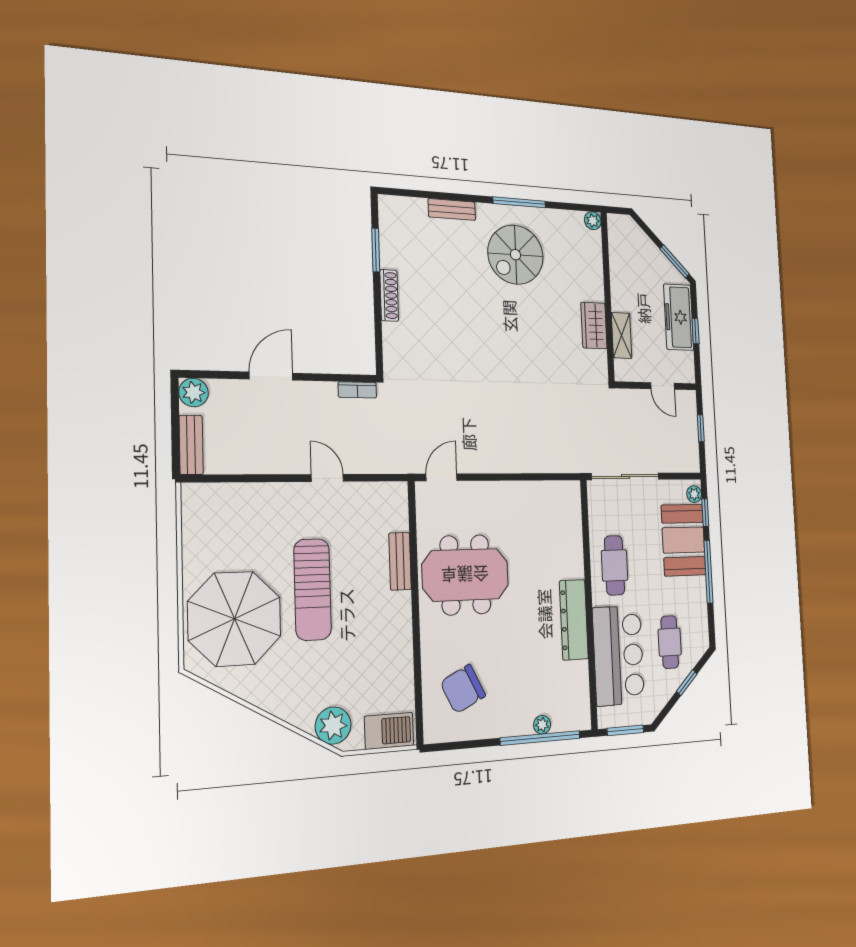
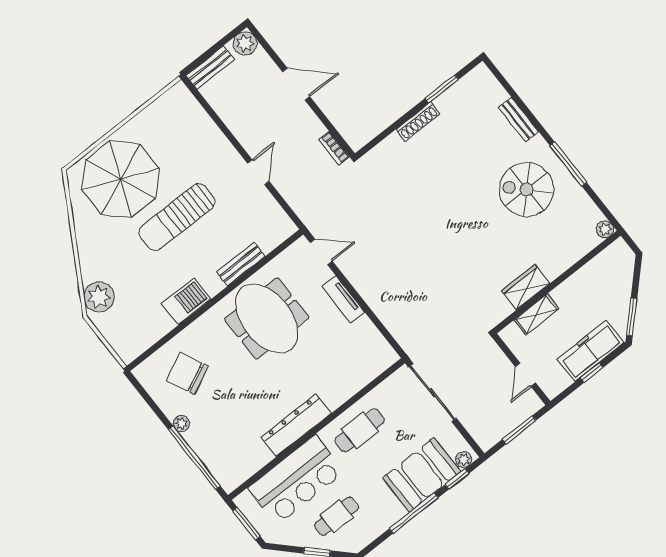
window: (701, 428) -> (519, 430), width x1.50
tv unit: (496, 491) -> (343, 299), added
plant: (542, 725) -> (181, 423), moved
barbecue: (389, 731) -> (186, 301), moved, turned -90

